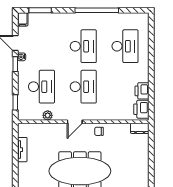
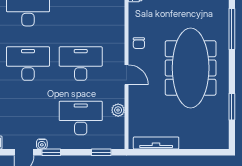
tv unit: (22, 150) -> (156, 143), width x1.41

